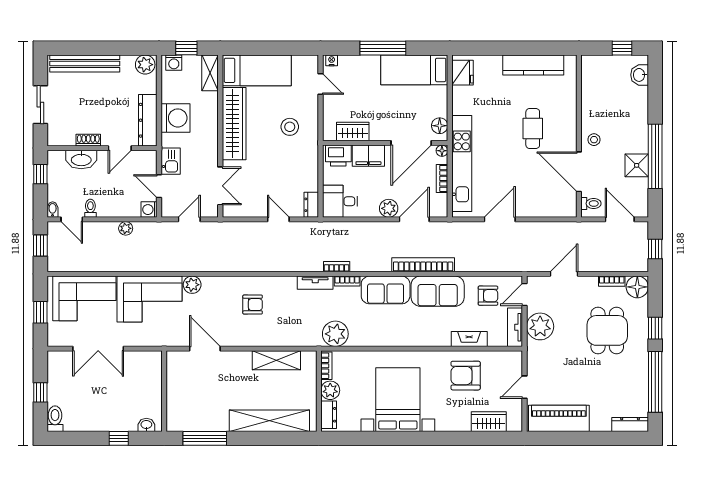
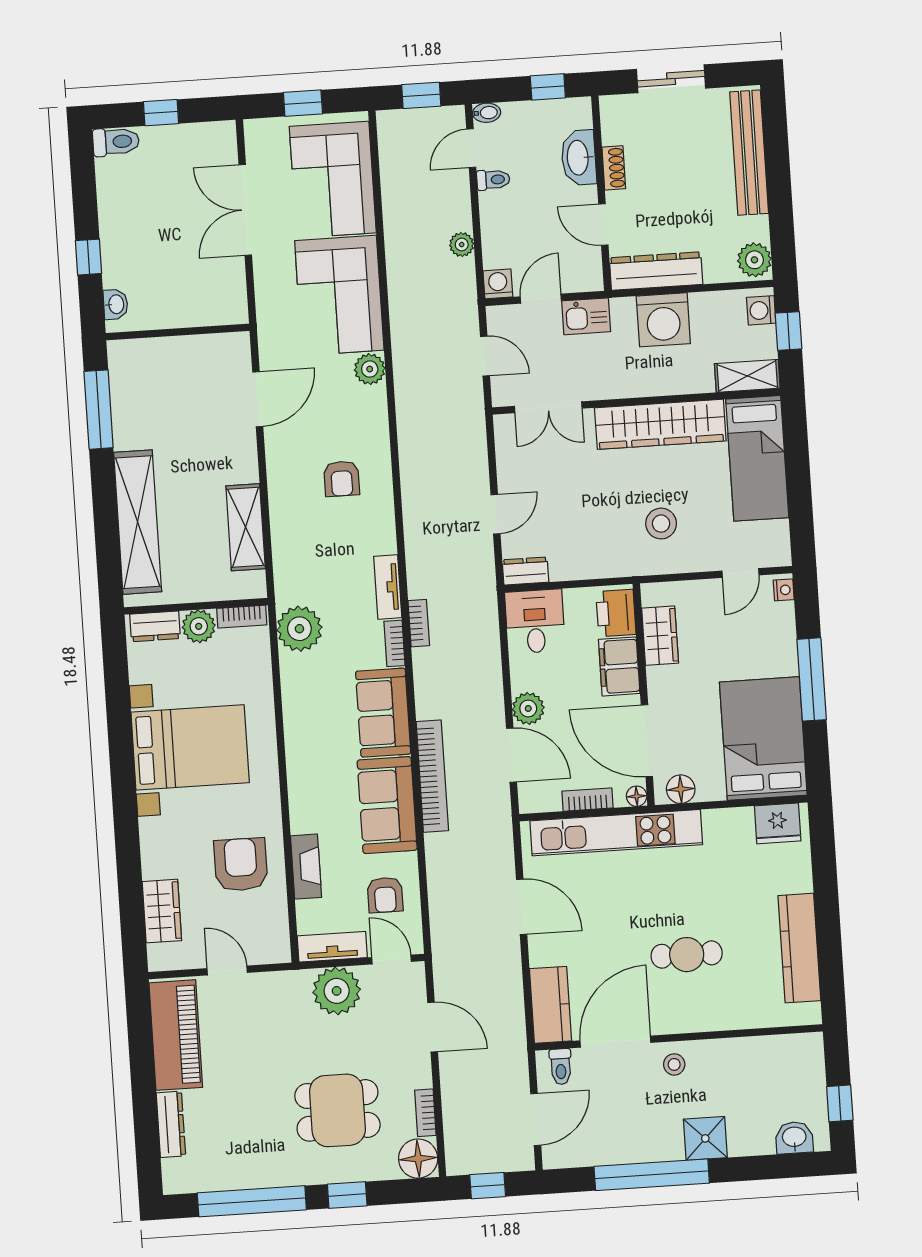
bed: (414, 70) -> (763, 739), width x1.50
shower: (637, 165) -> (705, 1138), moved
kitchen counter: (556, 207) -> (550, 1005), added
dresser: (630, 424) -> (171, 1124), moved

